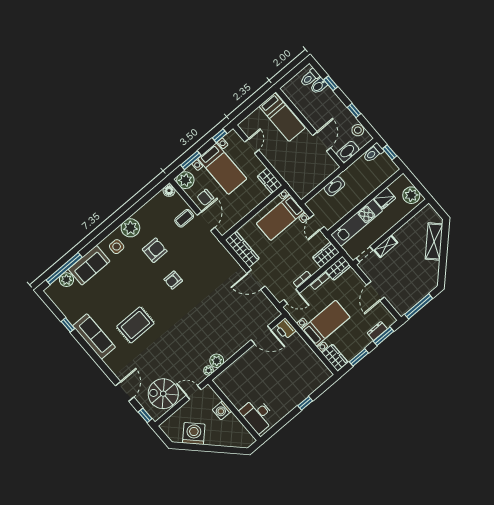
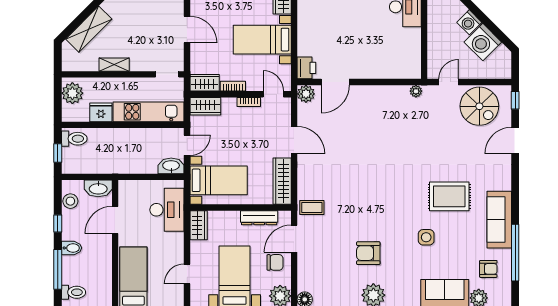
window: (331, 83) -> (58, 269), width x2.17
bidet: (319, 86) -> (72, 248), moved
toilet: (373, 153) -> (74, 139), moved
desk: (296, 174) -> (167, 210), added
washbasin: (334, 186) -> (171, 166), moved
dresser: (237, 216) -> (259, 218), added
coffee table: (184, 218) -> (312, 208), moved
shelving: (386, 246) -> (114, 65), moved
side table: (117, 247) -> (426, 237), moved
armchair: (173, 280) -> (488, 269), moved
door: (376, 291) -> (187, 30), hinge flipped
window: (68, 325) -> (515, 253), width x3.17
door: (261, 335) -> (335, 82), swing flipped
plant: (217, 361) -> (306, 94), moved
door: (194, 392) -> (449, 82), swing flipped
washing machine: (222, 410) -> (469, 22), moved, turned 135

